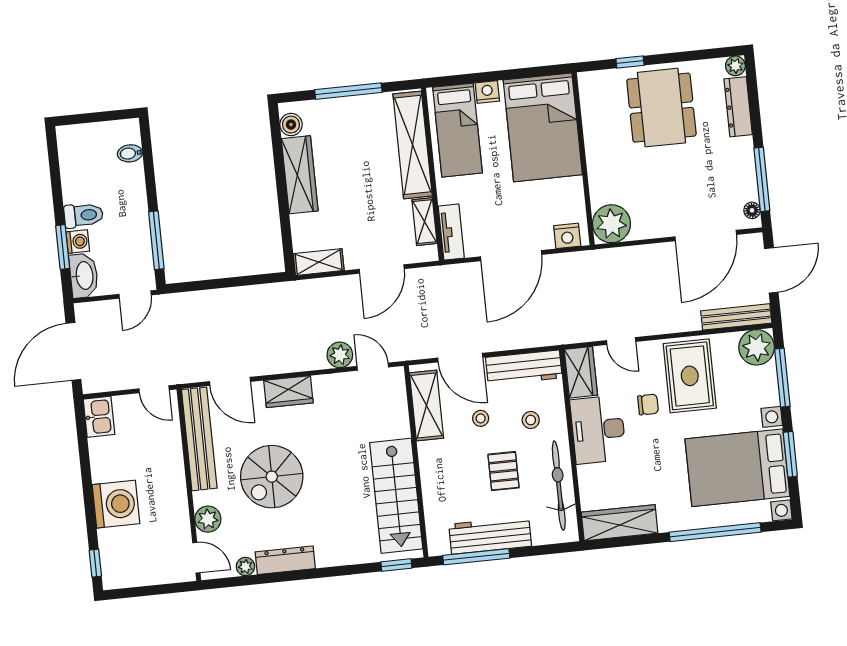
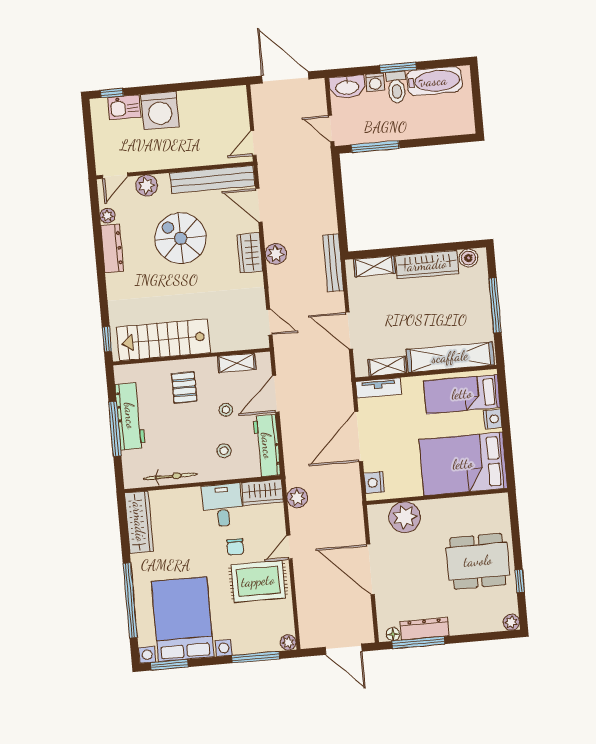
window: (630, 62) -> (520, 581), moved
dresser: (738, 107) -> (425, 629), moved
bidet: (130, 153) -> (447, 126), removed
bathtub: (75, 169) -> (434, 81), added
plant: (611, 224) -> (405, 517), moved
door: (706, 236) -> (370, 569), moved
window: (63, 247) -> (398, 67), moved
door: (511, 256) -> (359, 437), hinge flipped
shelving: (319, 262) -> (374, 266), moved, turned 90
bench: (736, 317) -> (333, 263), moved
plant: (587, 330) -> (297, 498), added
door: (621, 341) -> (289, 547), moved
plant: (757, 347) -> (288, 642), width x0.53, depth x0.53
plant: (340, 355) -> (276, 254), moved
door: (373, 367) -> (269, 322), hinge flipped
door: (230, 381) -> (259, 205), hinge flipped
shelving: (427, 405) -> (237, 363), width x0.67, depth x0.75
kitchen sink: (99, 417) -> (124, 107), moved
desk: (598, 430) -> (222, 505), width x0.73
window: (790, 454) -> (170, 665), moved
pallet: (504, 471) -> (184, 387), moved, turned 90
bicycle: (559, 486) -> (170, 476), width x0.73, depth x0.71
window: (476, 557) -> (115, 429), moved

